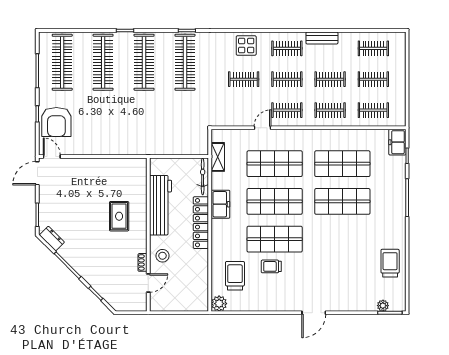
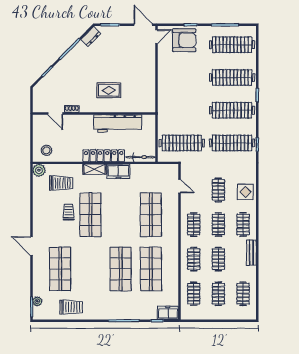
armchair: (56, 122) -> (184, 40), turned 180
clothes rail: (185, 125) -> (182, 143), added
door: (262, 128) -> (179, 186), moved
shelving: (218, 157) -> (95, 169), moved
shop shelf: (275, 201) -> (60, 269), moved
stool: (162, 256) -> (46, 150), moved

